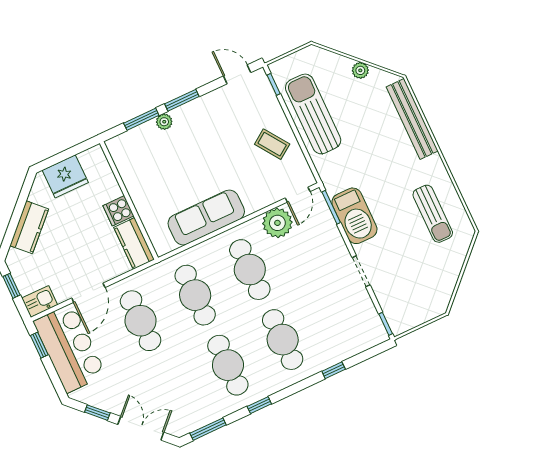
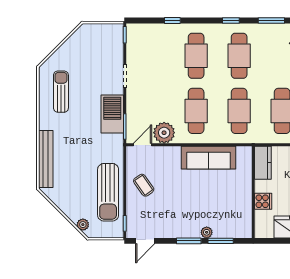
plant: (360, 70) -> (83, 225), moved
door: (237, 74) -> (145, 241), hinge flipped
cooker: (118, 211) -> (263, 201), moved

